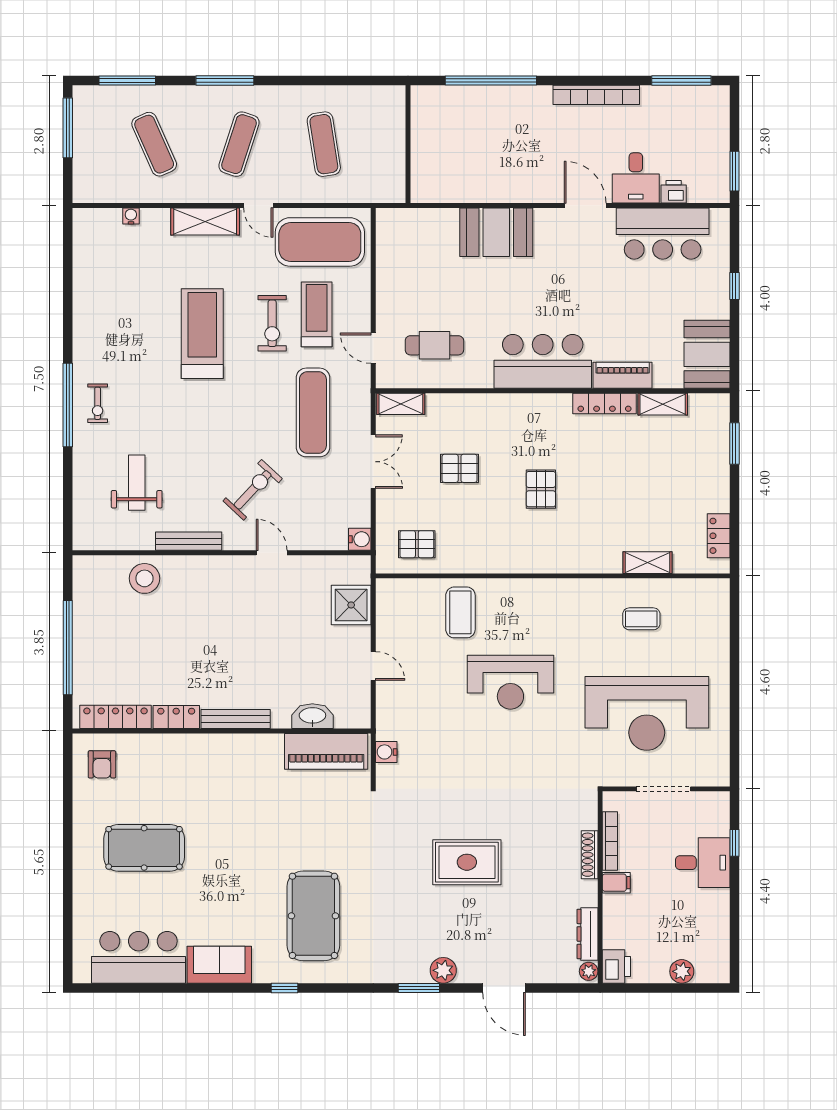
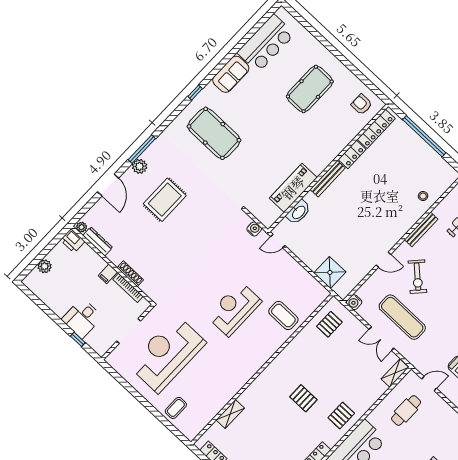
exercise mat: (313, 412) -> (402, 317), moved
pallet: (460, 468) -> (341, 415), moved
stool: (144, 578) -> (423, 196), width x0.53, depth x0.53
coffee table: (641, 619) -> (176, 408), moved
door: (373, 666) -> (278, 241), moved
piano: (326, 751) -> (293, 188), moved
rug: (467, 862) -> (165, 200), moved
window: (419, 988) -> (142, 149), width x1.44
door: (504, 988) -> (108, 185), swing flipped

